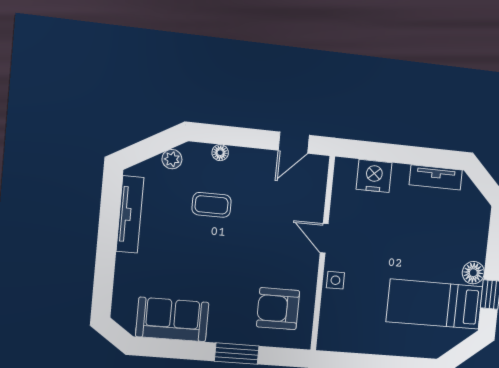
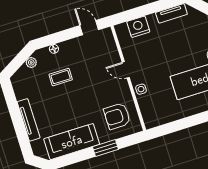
door: (294, 143) -> (89, 28), swing flipped
tv unit: (130, 214) -> (29, 120), moved
sofa: (172, 319) -> (72, 142), width x1.36

